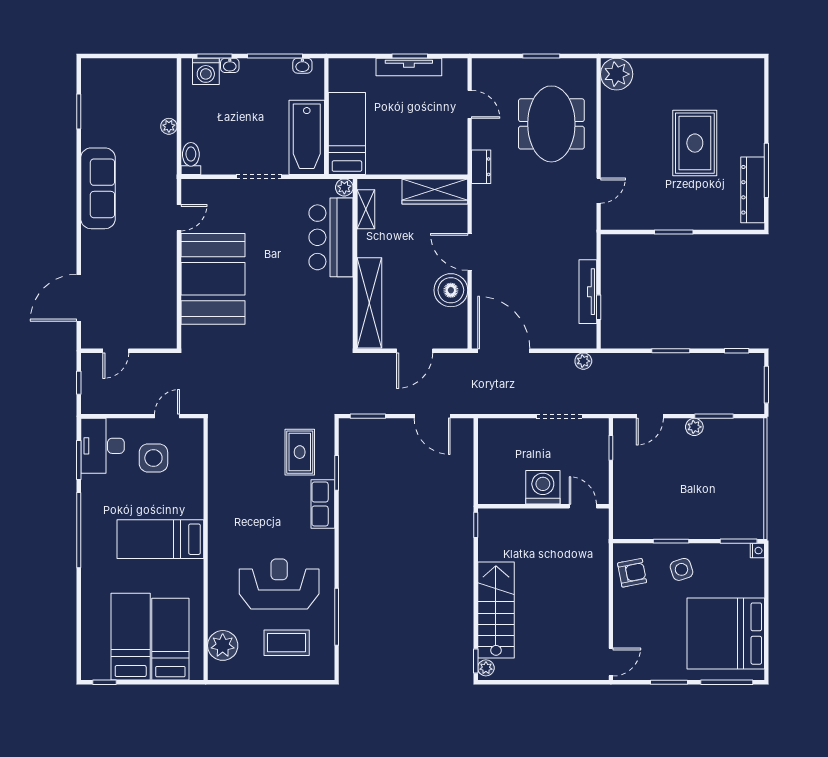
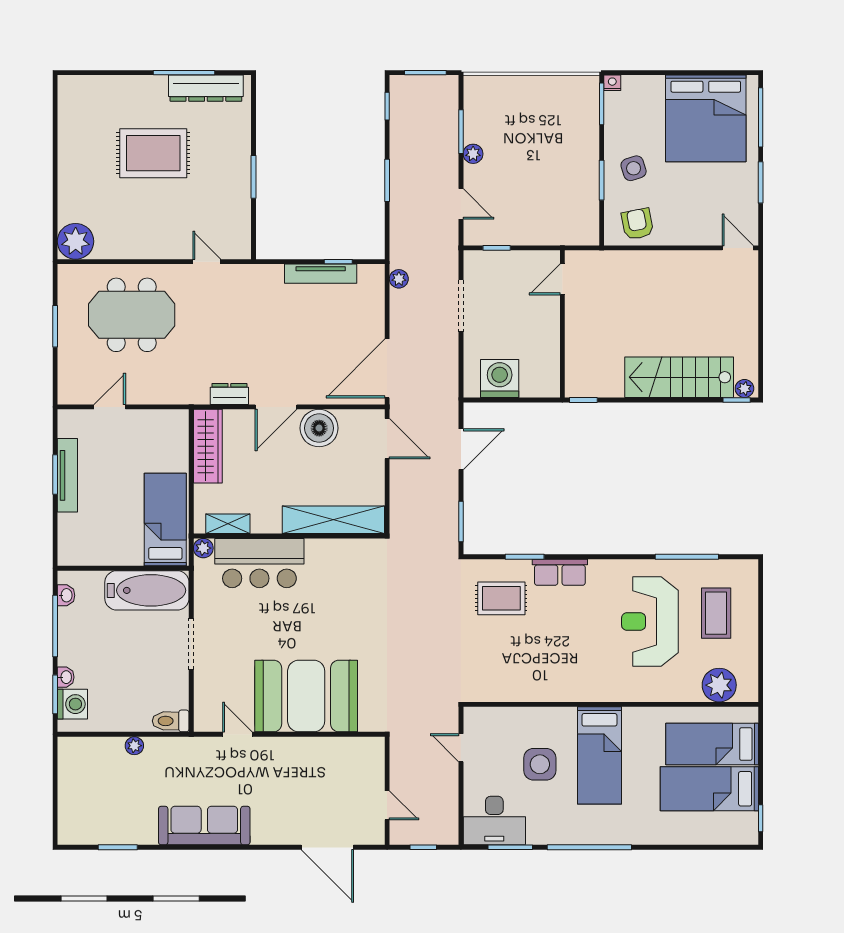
bed: (347, 134) -> (165, 520), moved, turned 90
dresser: (481, 167) -> (229, 394), moved
door: (415, 351) -> (387, 439), moved
side table: (153, 458) -> (540, 764), moved
washing machine: (543, 487) -> (500, 379), moved, turned 90

